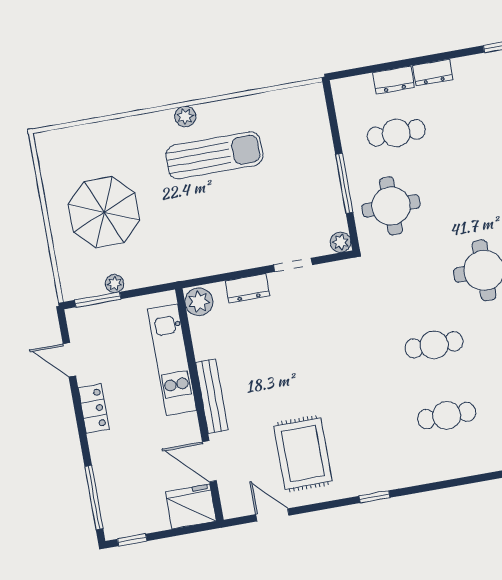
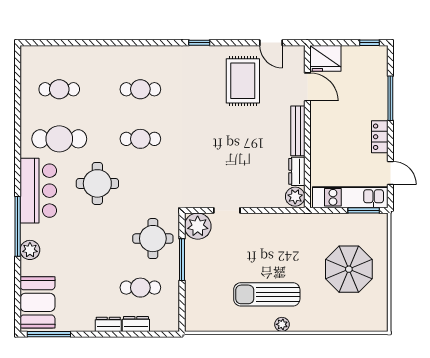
plant: (341, 242) -> (198, 226), width x1.88, depth x1.88
plant: (115, 284) -> (350, 219), removed
dresser: (247, 288) -> (297, 171), moved, turned -90
kitchen unit: (172, 360) -> (350, 197), moved, turned -90
window: (94, 498) -> (390, 98), moved

